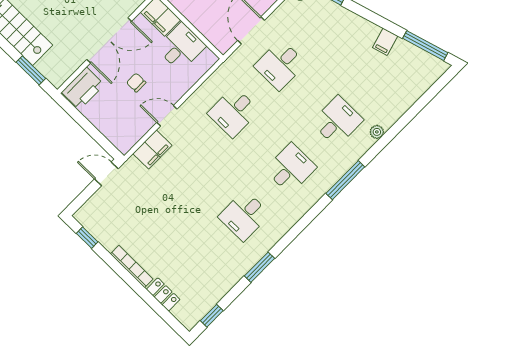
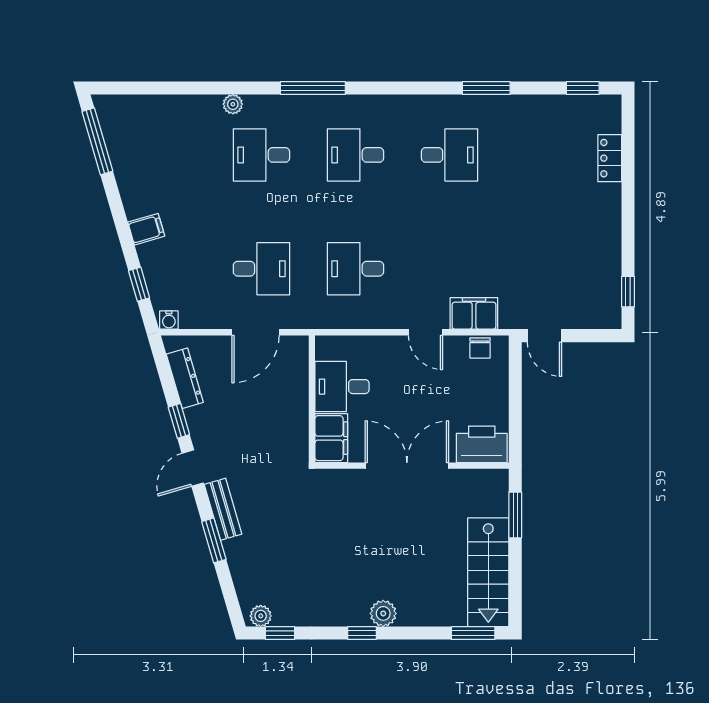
filing cabinet: (385, 42) -> (146, 229), moved
chair: (136, 83) -> (480, 348), moved
desk: (234, 112) -> (355, 269), turned 180
bookcase: (132, 267) -> (613, 218), removed

